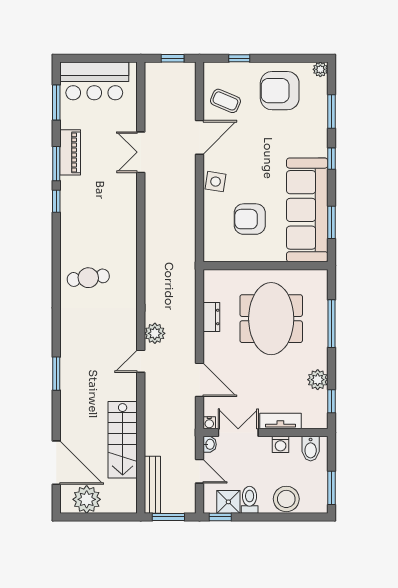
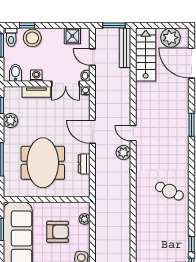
plant: (211, 237) -> (84, 219), added
cafe table: (88, 278) -> (169, 191), turned 32
door: (141, 361) -> (133, 133), swing flipped
door: (199, 380) -> (92, 132), moved
stairs: (123, 440) -> (146, 55), moved
toilet: (250, 500) -> (11, 37), moved
window: (220, 517) -> (27, 25), moved

